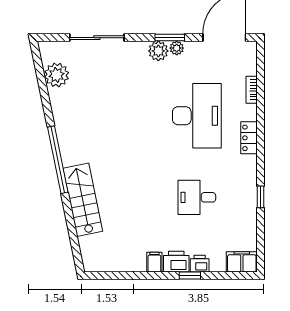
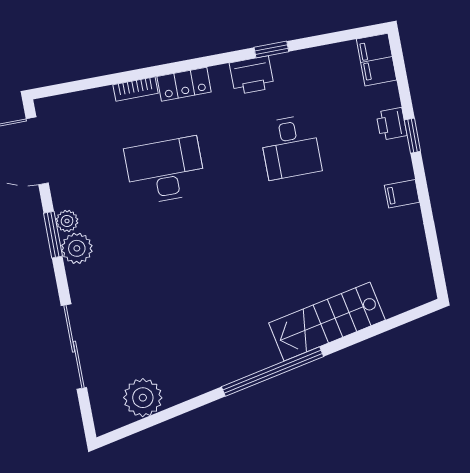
bookcase: (252, 90) -> (135, 89), moved
desk: (197, 116) -> (165, 171), width x0.73, depth x0.77
printer: (176, 262) -> (252, 75), moved, turned -90

